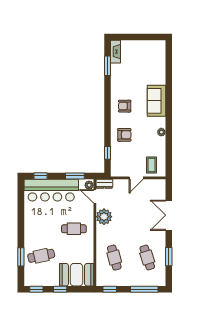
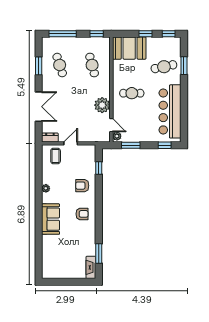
dresser: (104, 184) -> (50, 138), moved
bar counter: (51, 190) -> (170, 111), moved, turned -90

